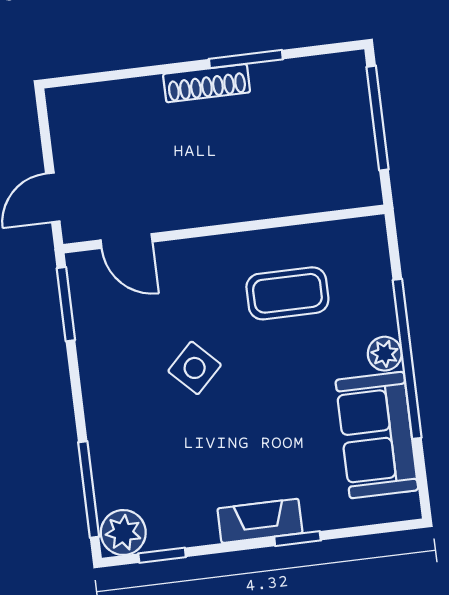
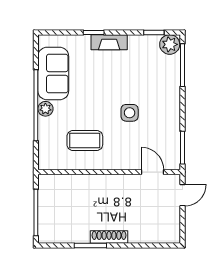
side table: (195, 368) -> (130, 113), turned 45

